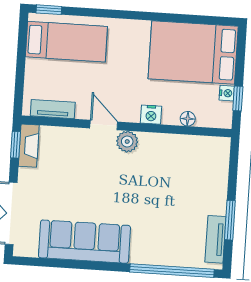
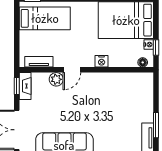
floor lamp: (188, 119) -> (143, 62), moved
door: (104, 125) -> (72, 70), swing flipped
plant: (127, 142) -> (56, 79), moved

